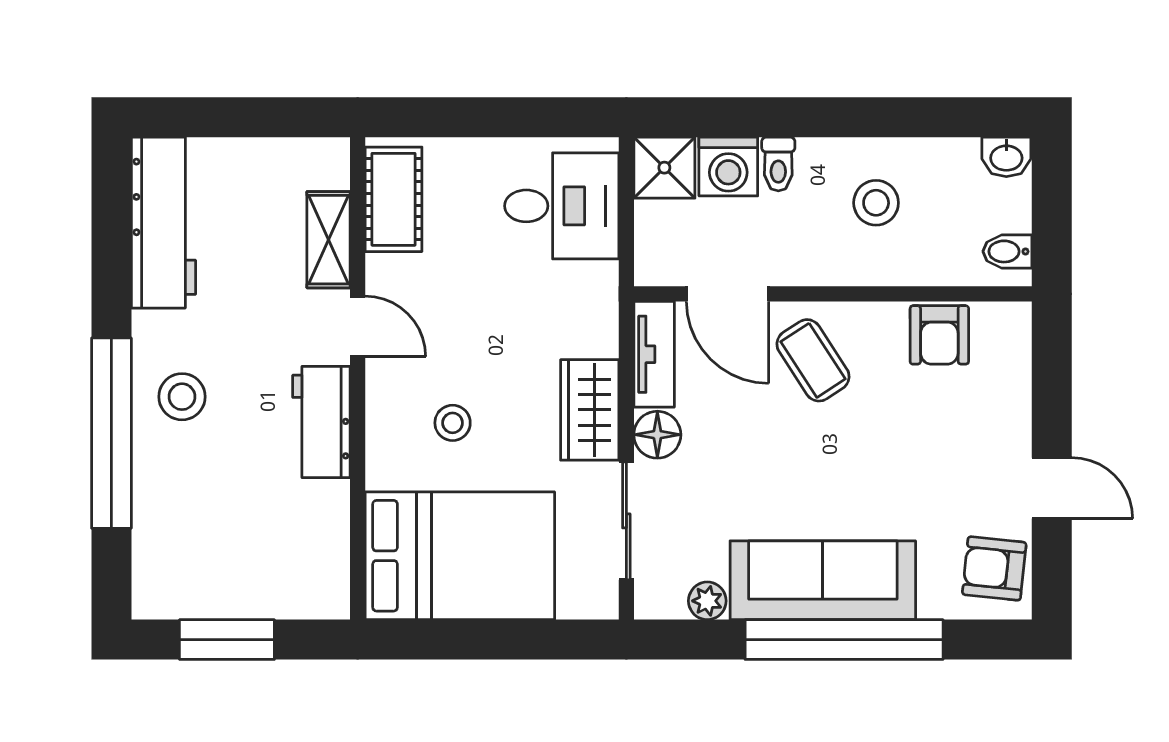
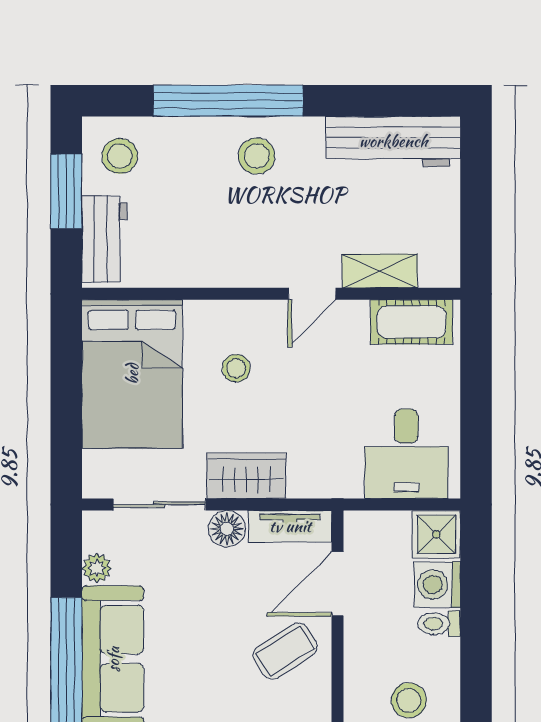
workbench: (321, 422) -> (104, 239), moved, turned 90
stool: (182, 571) -> (120, 156), added

